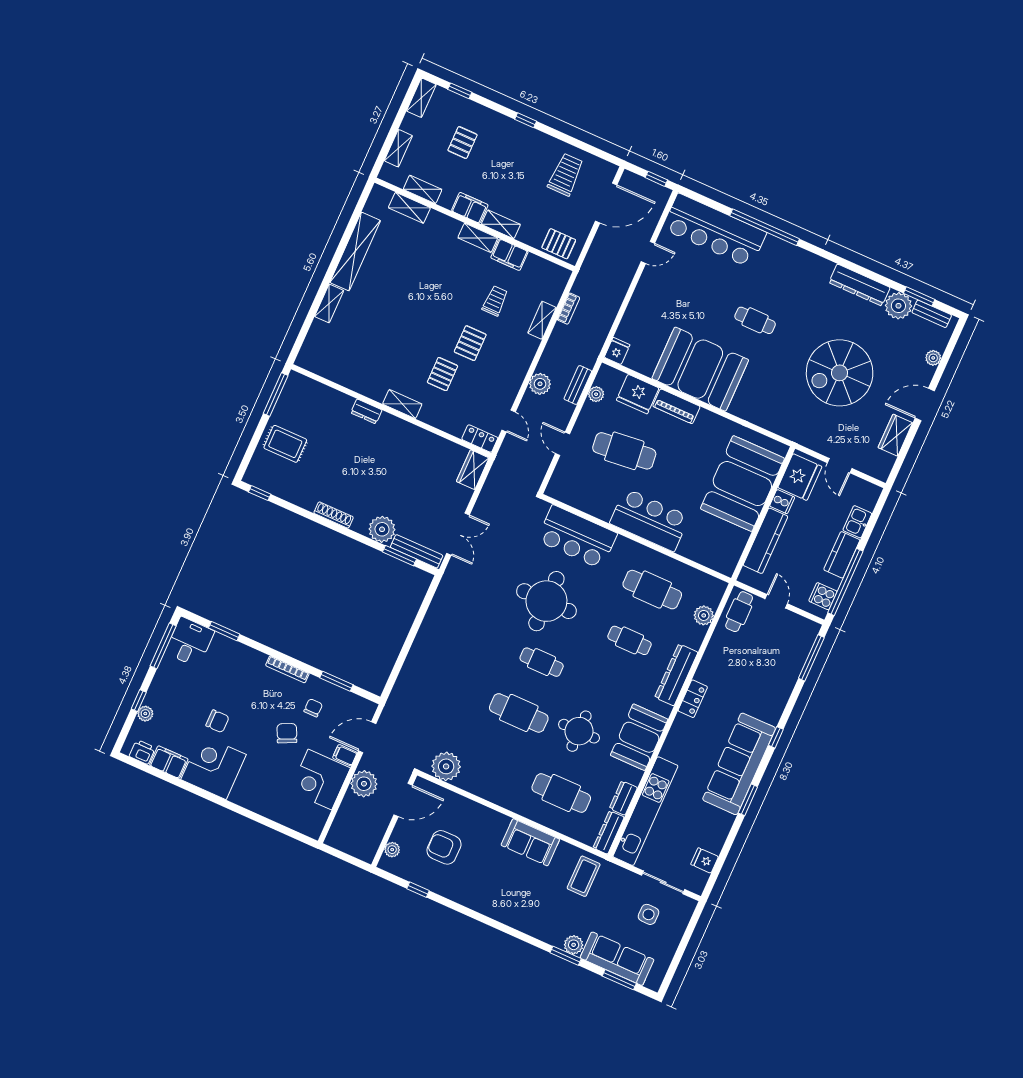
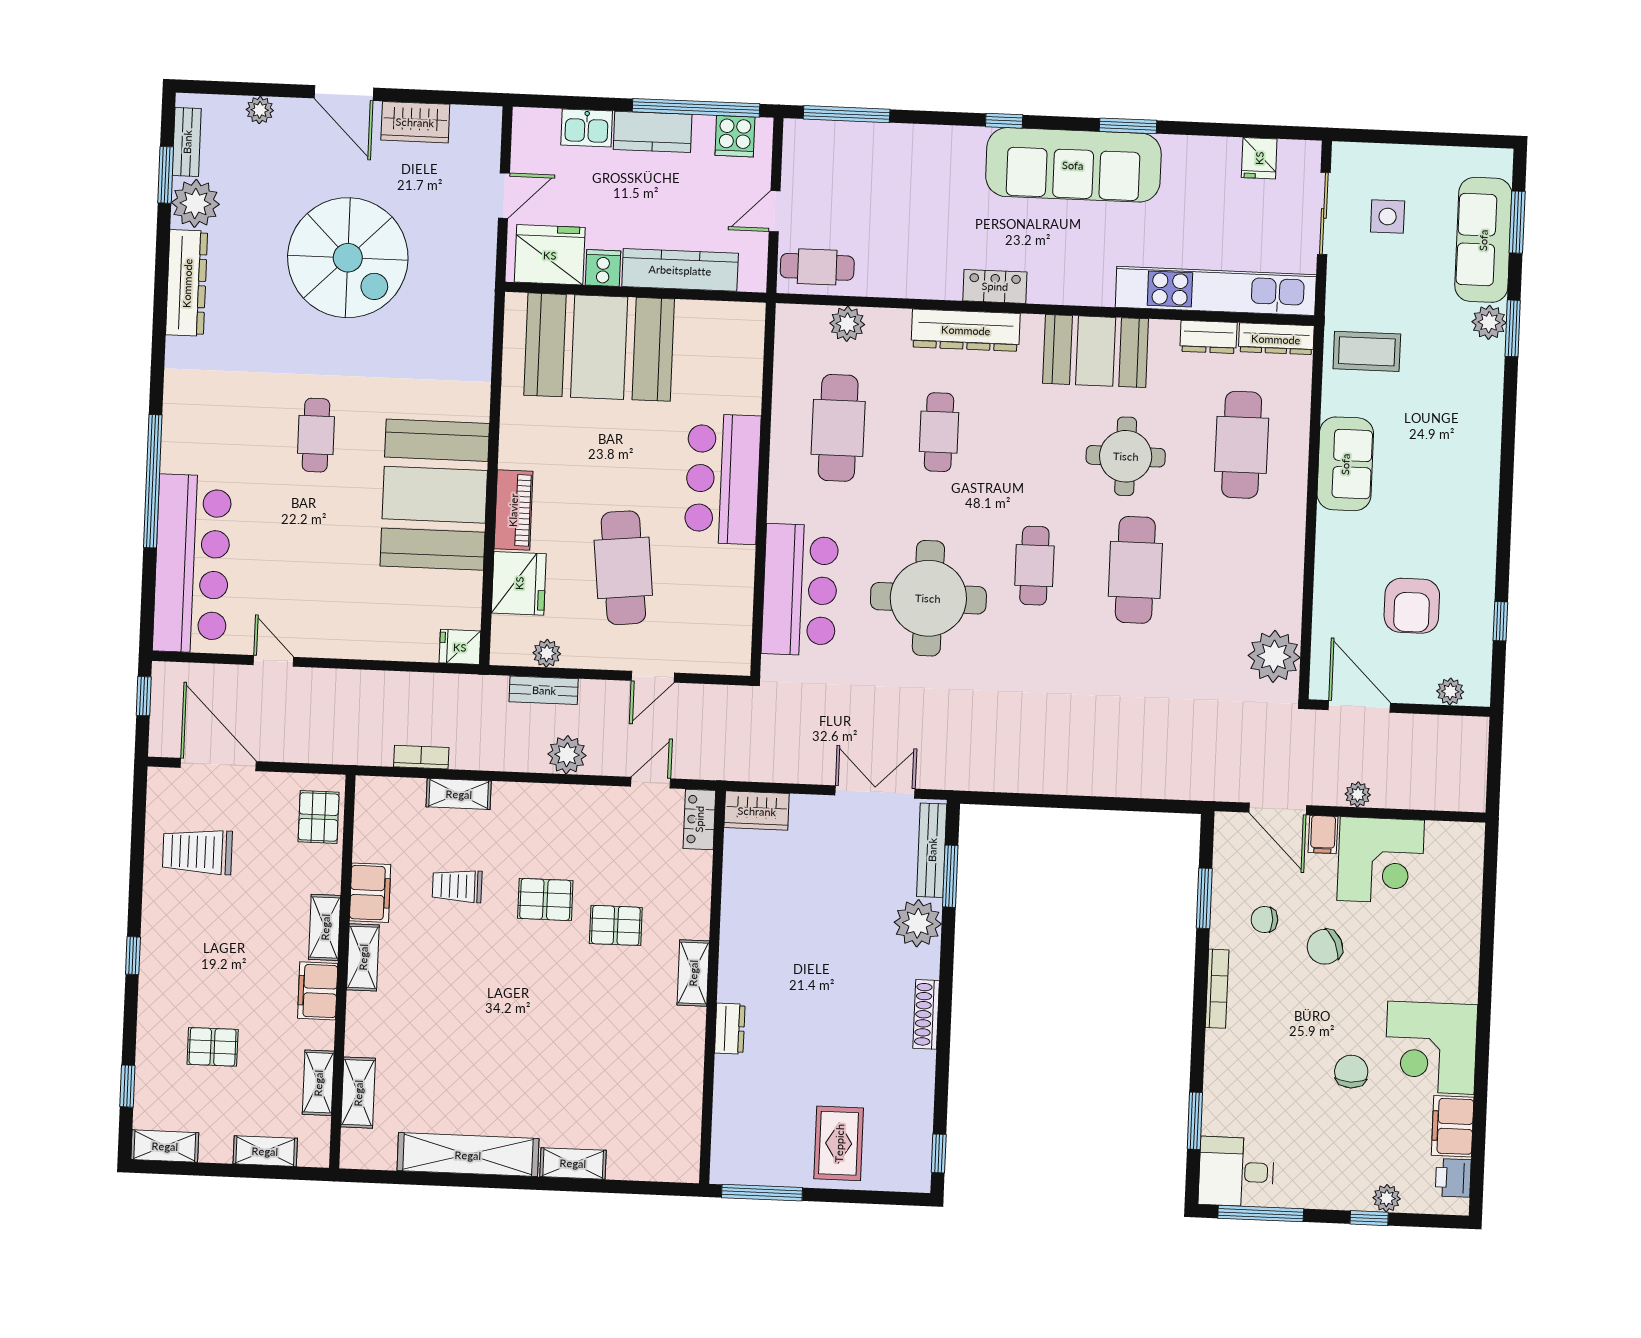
plant: (364, 784) -> (1358, 794), width x0.53, depth x0.53

